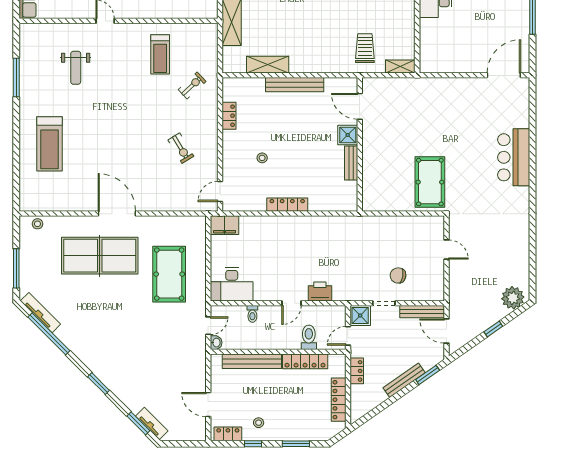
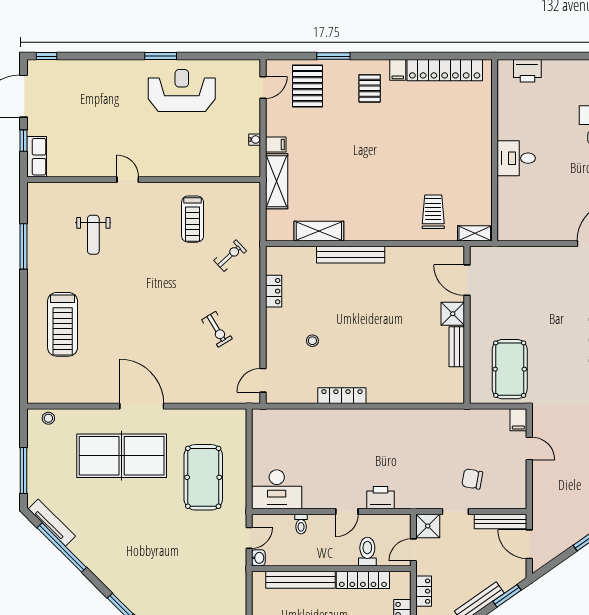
door: (360, 106) -> (467, 280), moved
shower: (348, 135) -> (453, 314), moved
wall: (360, 144) -> (467, 325), moved
bench: (351, 163) -> (457, 347), moved
filing cabinet: (225, 225) -> (518, 420), moved, width x0.50

